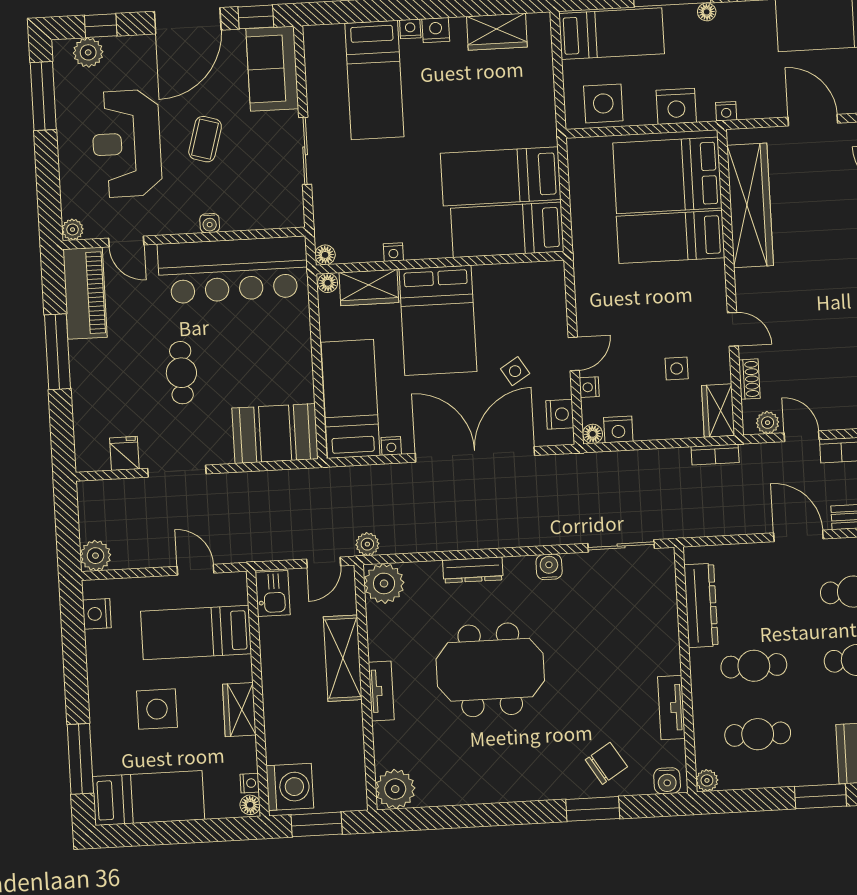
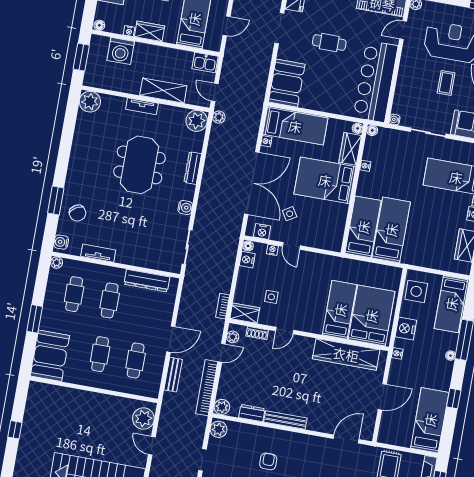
coffee table: (205, 139) -> (446, 83), turned 74
water cooler: (210, 223) -> (395, 120), moved
nightstand: (250, 783) -> (129, 31), moved
washing machine: (290, 787) -> (121, 51), moved

